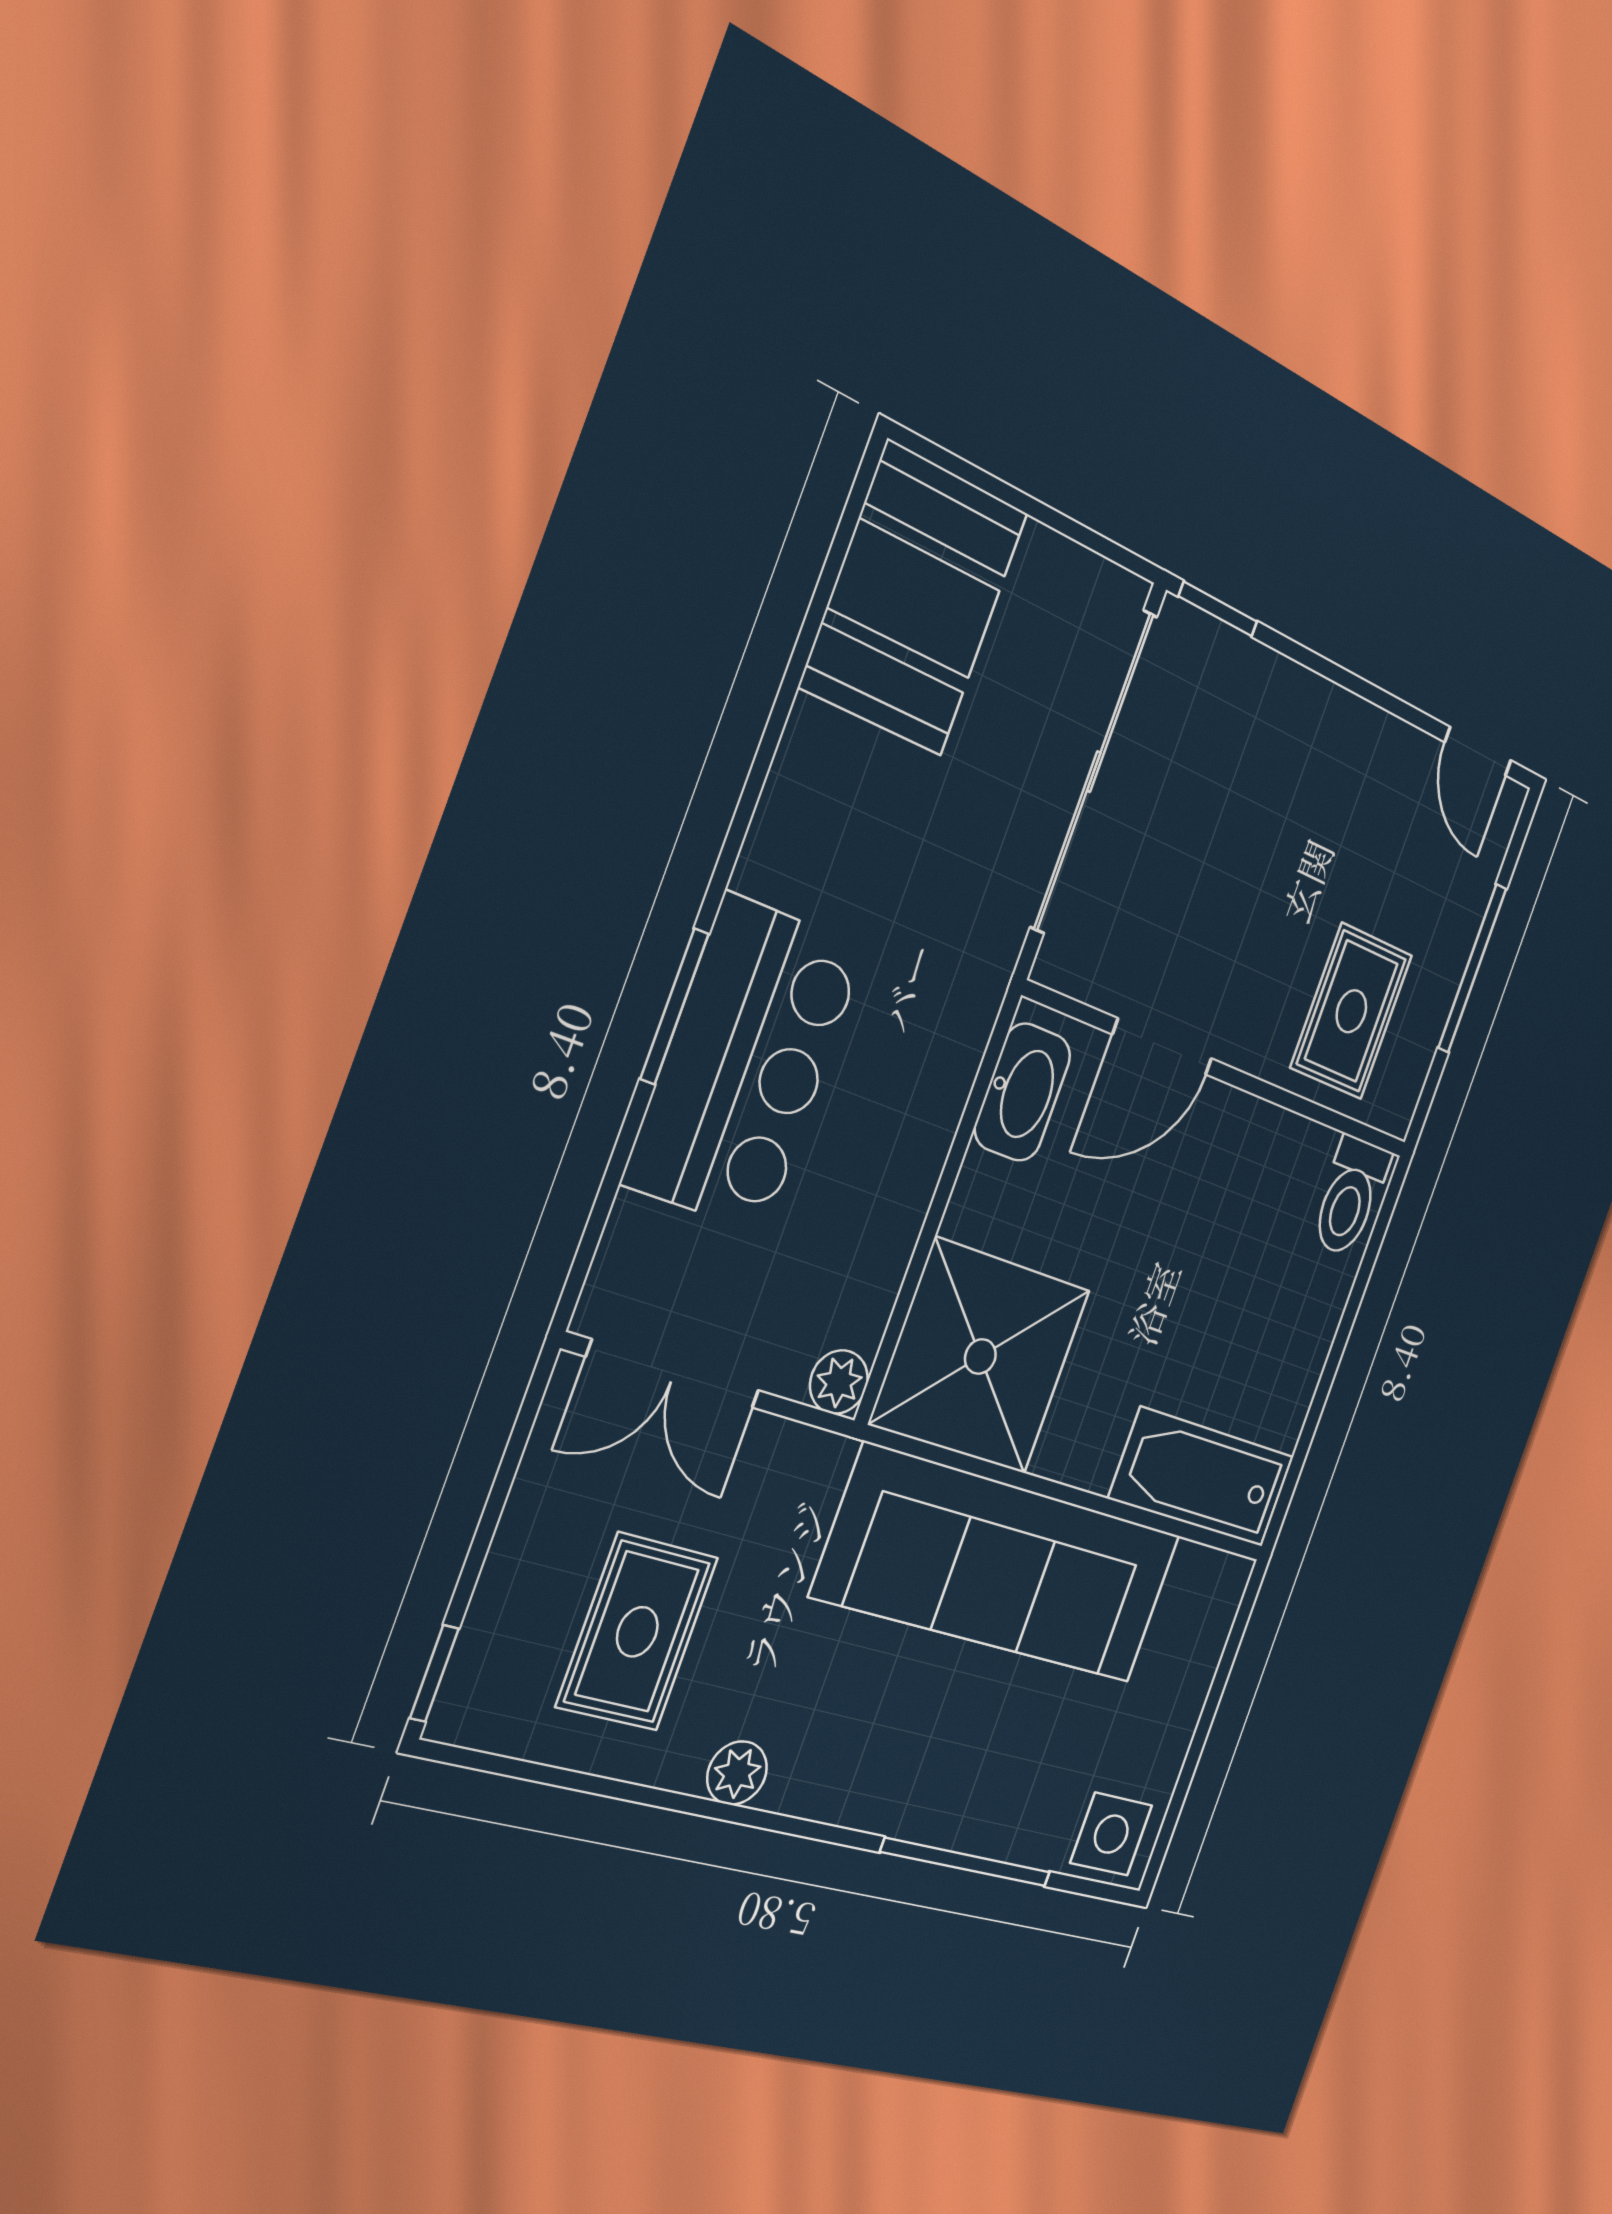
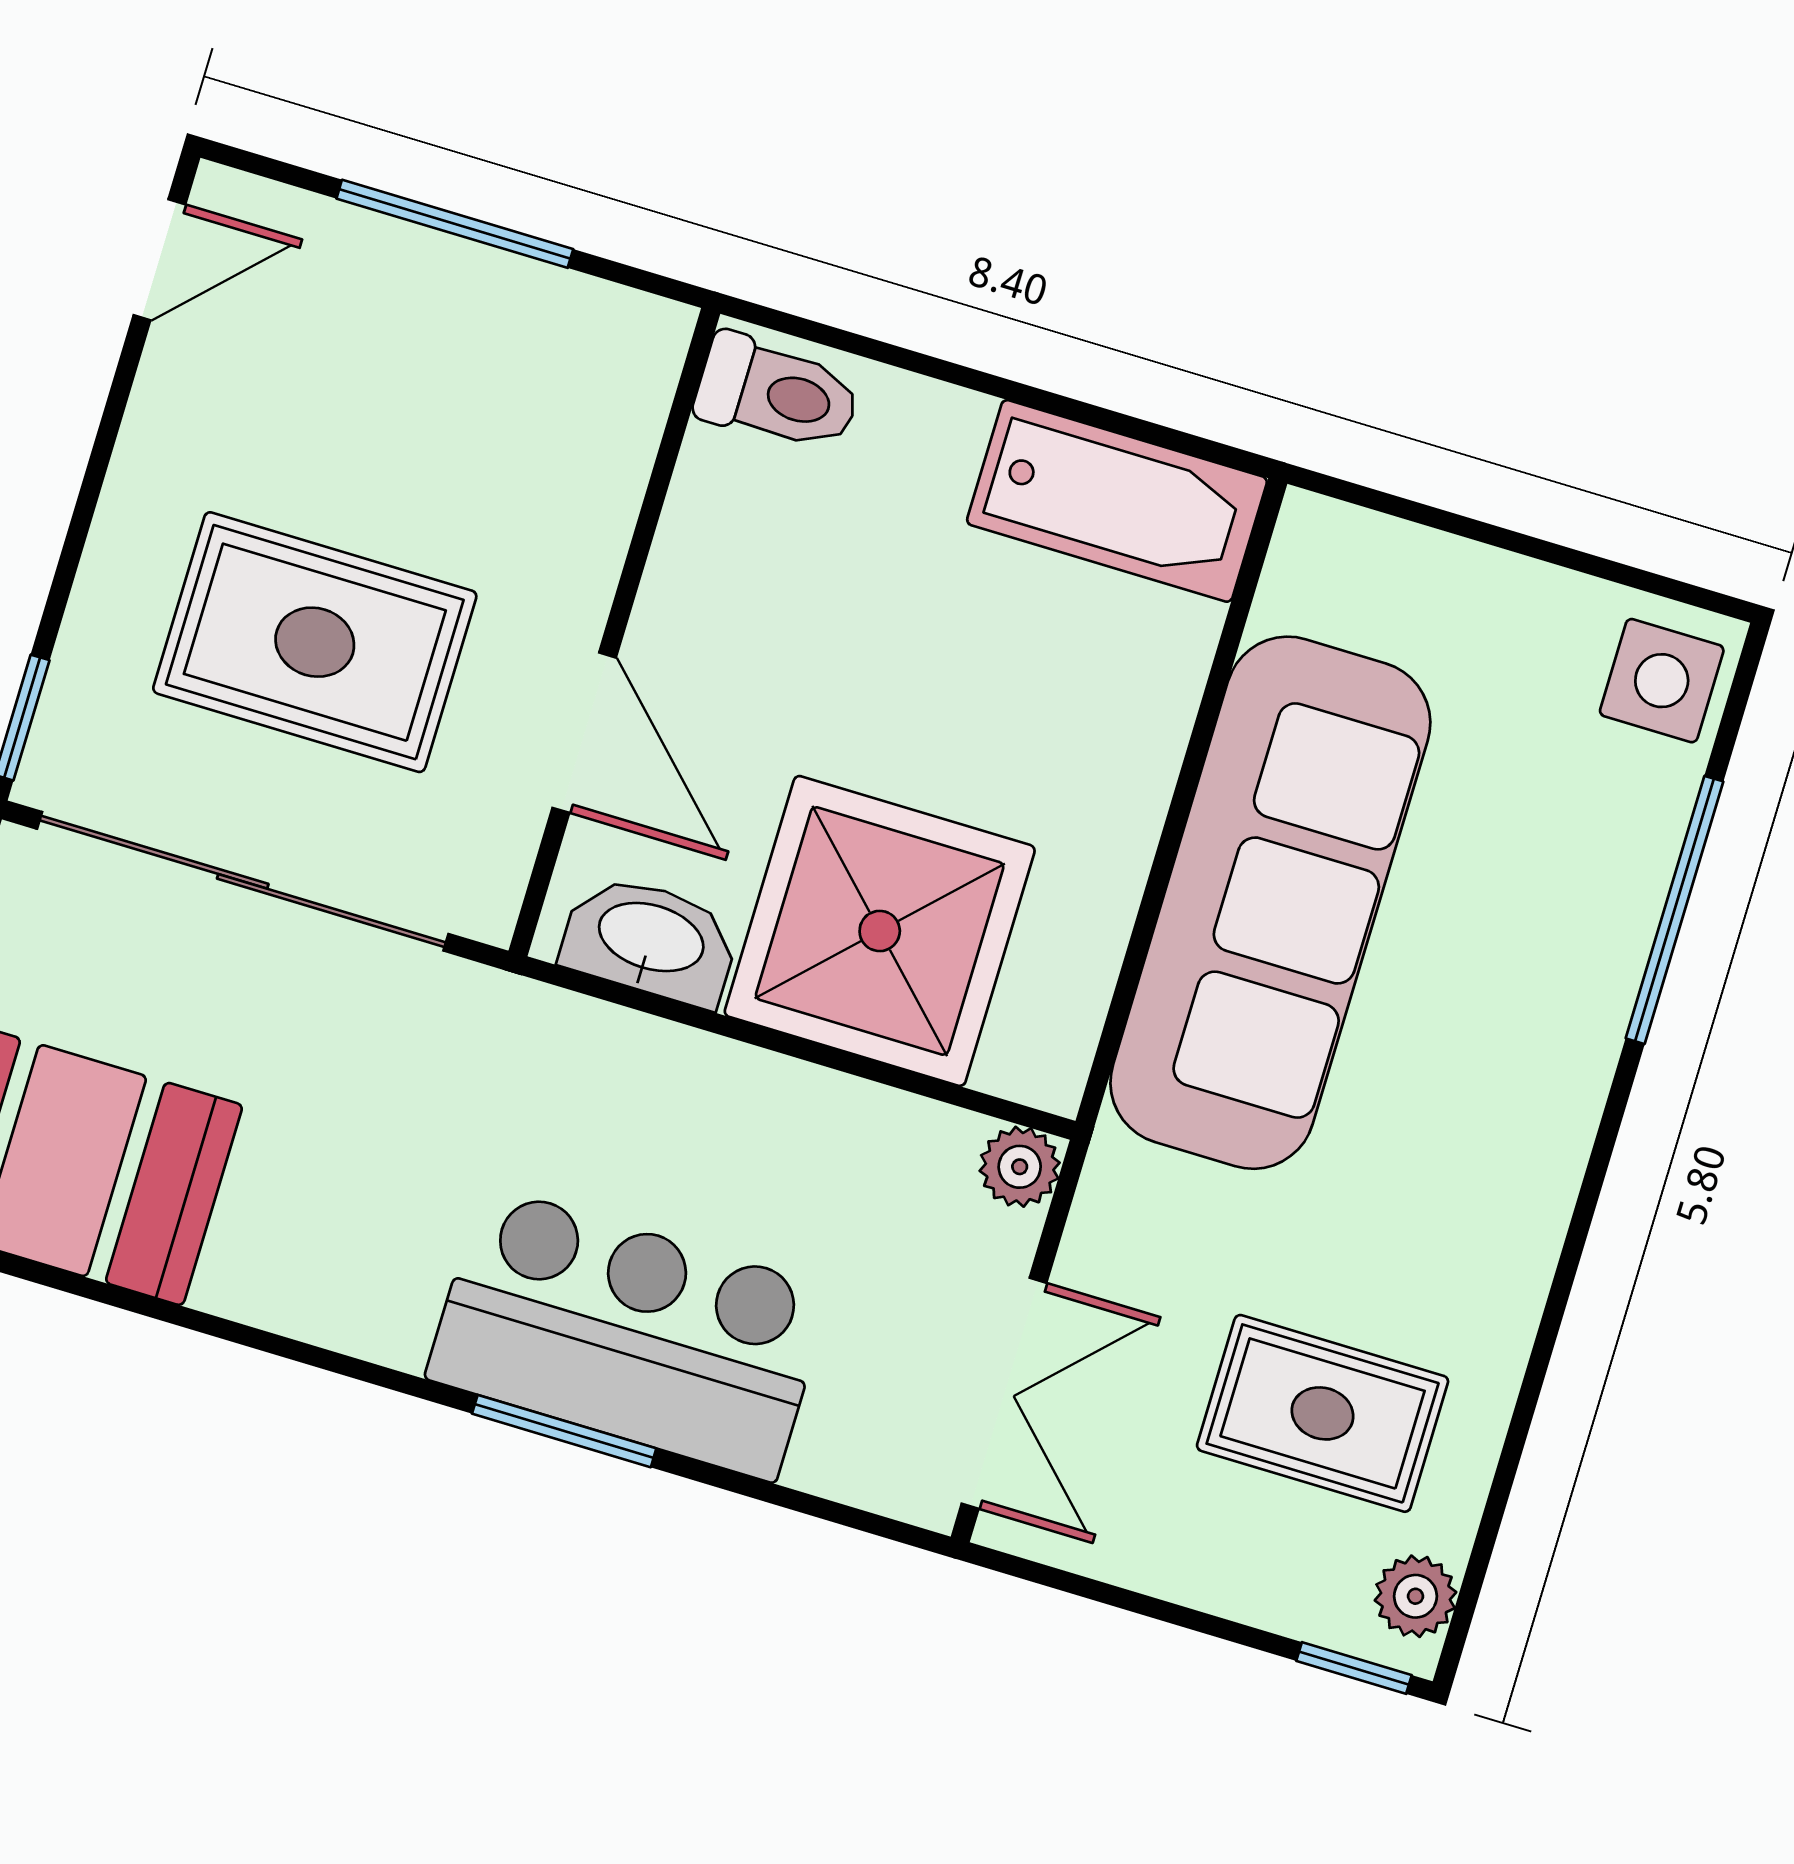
rug: (1351, 1011) -> (315, 642), moved, width x1.36, depth x1.43
shower: (980, 1357) -> (880, 931), moved
bathtub: (1202, 1477) -> (1117, 501), moved, turned -90
plant: (737, 1773) -> (1416, 1596), moved

